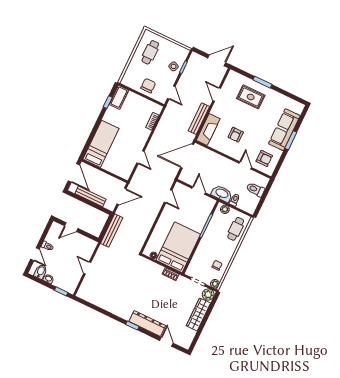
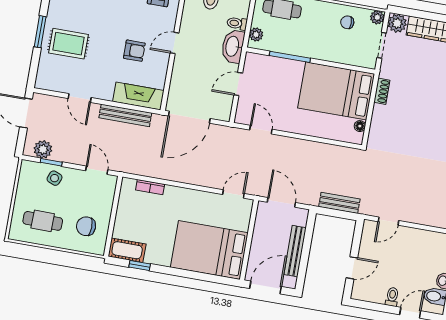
plant: (192, 64) -> (43, 149), added
chair: (148, 86) -> (86, 226), moved
door: (171, 93) -> (97, 170), hinge flipped
door: (217, 95) -> (80, 98), hinge flipped
rug: (251, 97) -> (68, 44), turned 90
bed: (101, 144) -> (209, 250), width x1.50
door: (187, 156) -> (189, 117), hinge flipped
door: (140, 157) -> (233, 194), moved
door: (245, 165) -> (174, 43), moved
door: (168, 196) -> (261, 130), hinge flipped
door: (71, 227) -> (352, 268), hinge flipped
bench: (112, 231) -> (339, 203), width x0.73
door: (87, 268) -> (388, 221), moved

